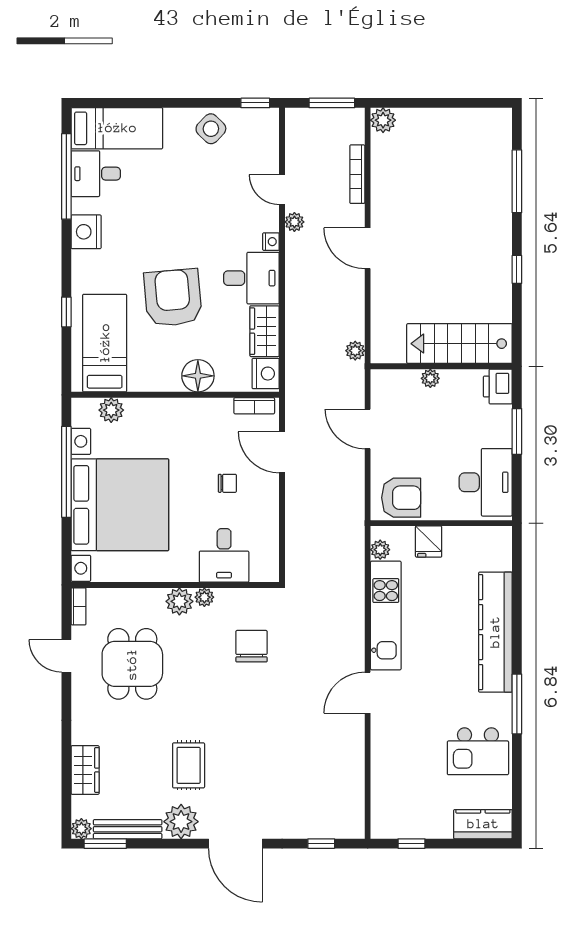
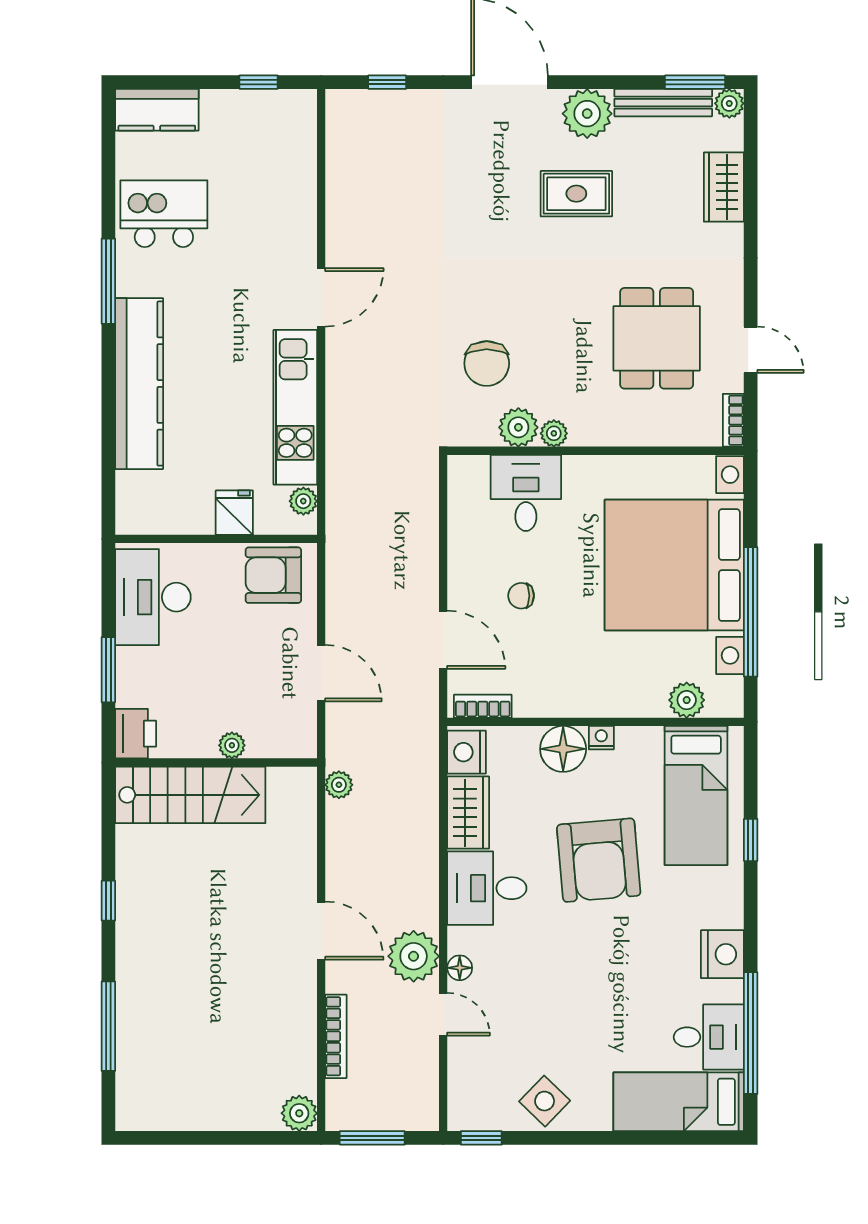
floor lamp: (270, 222) -> (460, 968), added
plant: (294, 222) -> (414, 956), width x1.88, depth x1.88
nightstand: (271, 242) -> (601, 738), moved, turned 90
plant: (179, 601) -> (518, 427), moved
rug: (189, 765) -> (576, 194), turned 90

